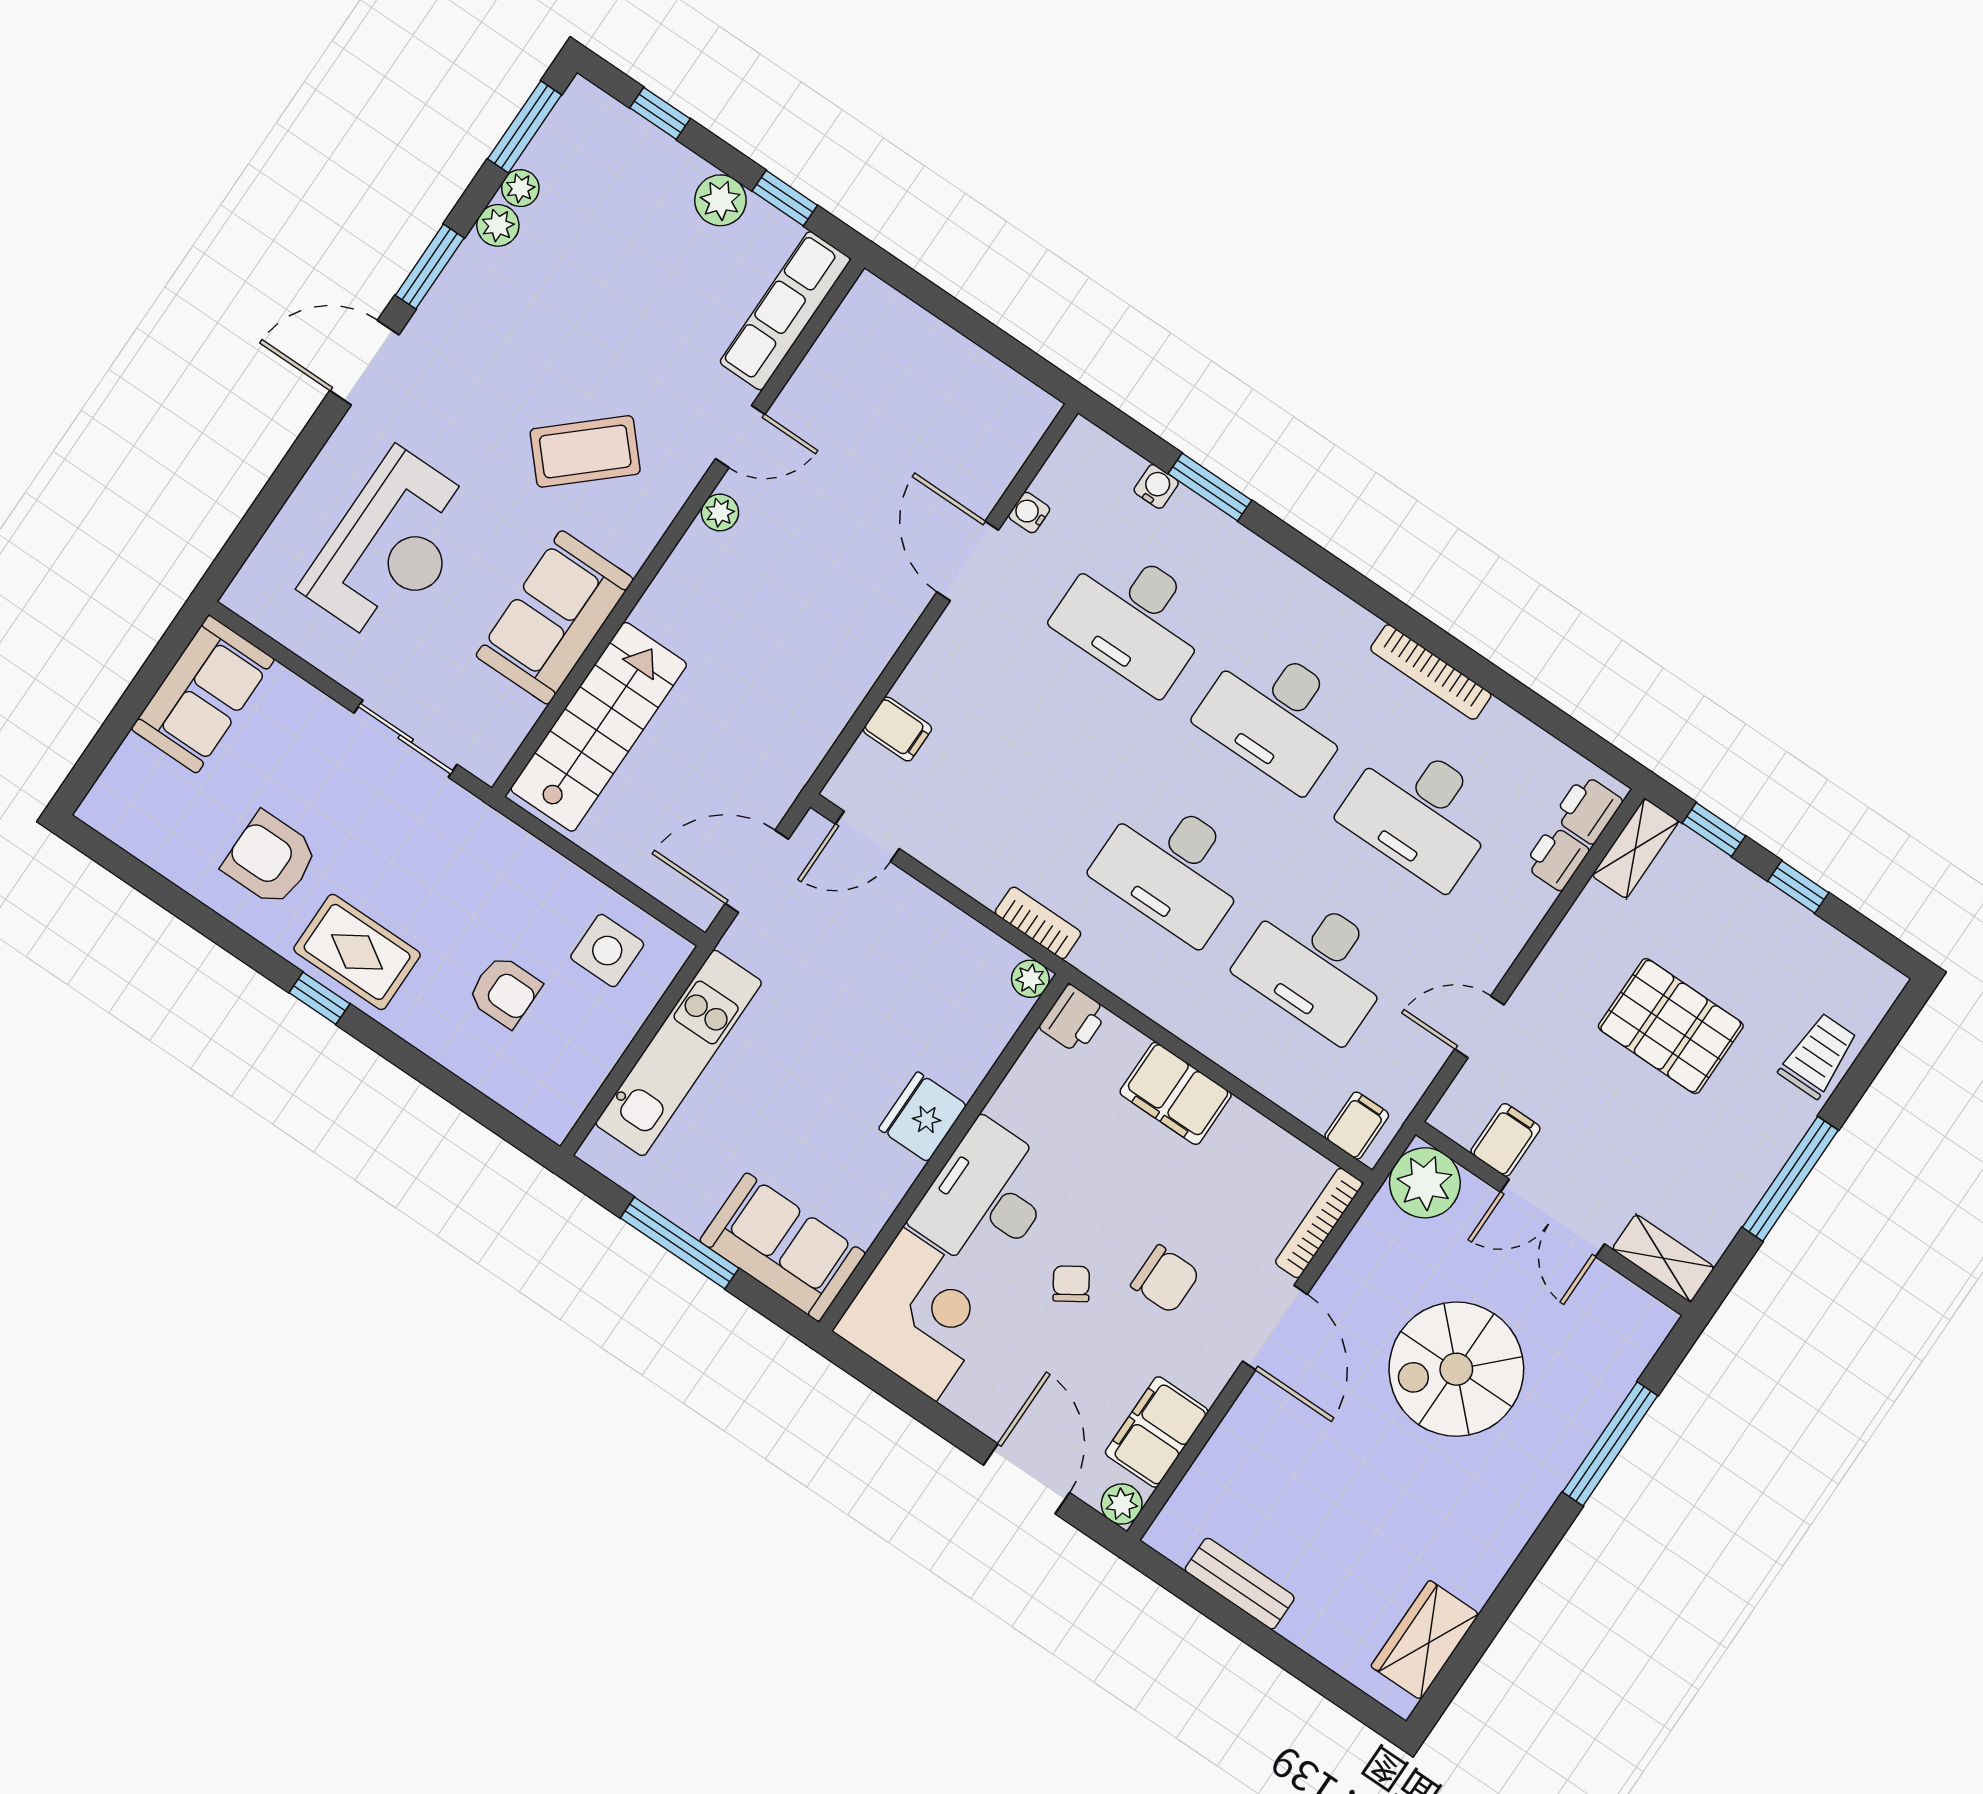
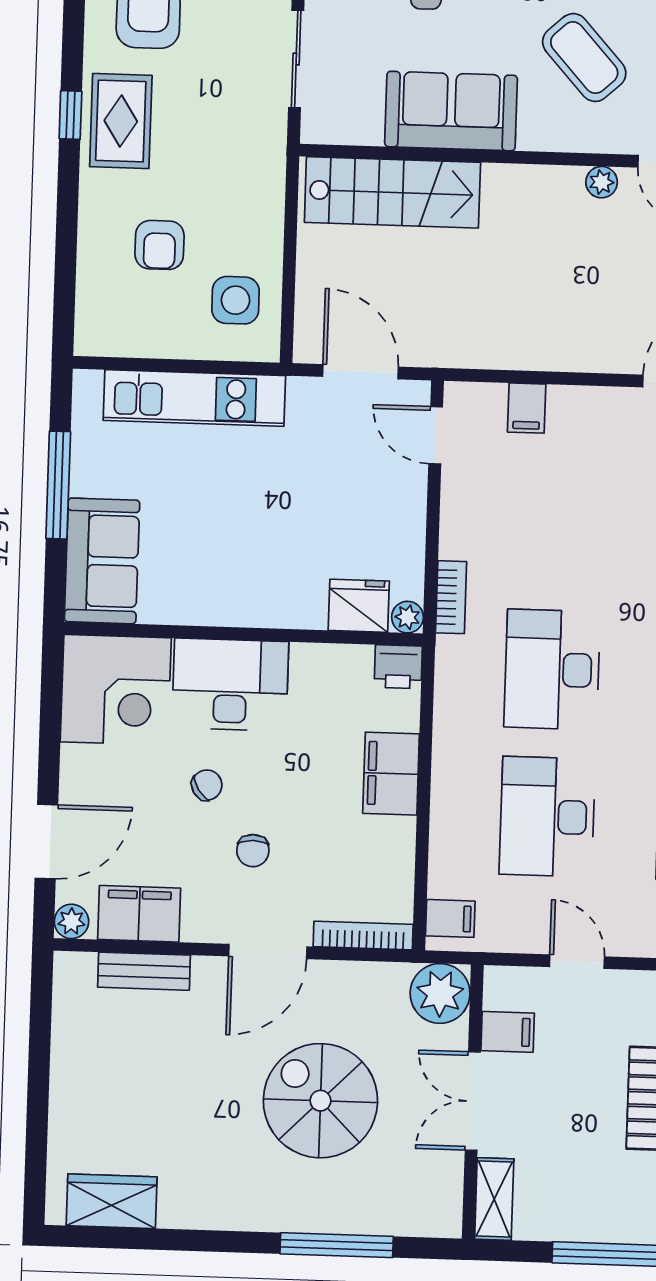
fridge: (923, 1117) -> (359, 606), moved
chair: (1165, 1279) -> (253, 851), width x0.73, depth x0.73
bench: (1240, 1584) -> (144, 971), moved, turned 90

